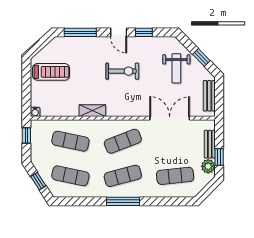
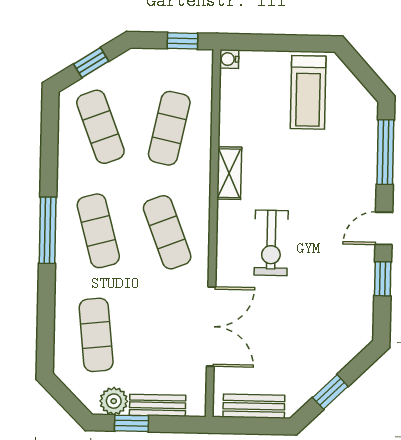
weight bench: (176, 68) -> (310, 342), removed
exercise bike: (122, 71) -> (271, 243), moved
exercise mat: (70, 176) -> (100, 127), turned -33

